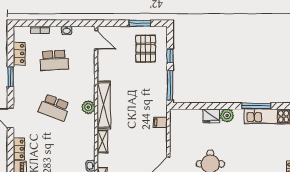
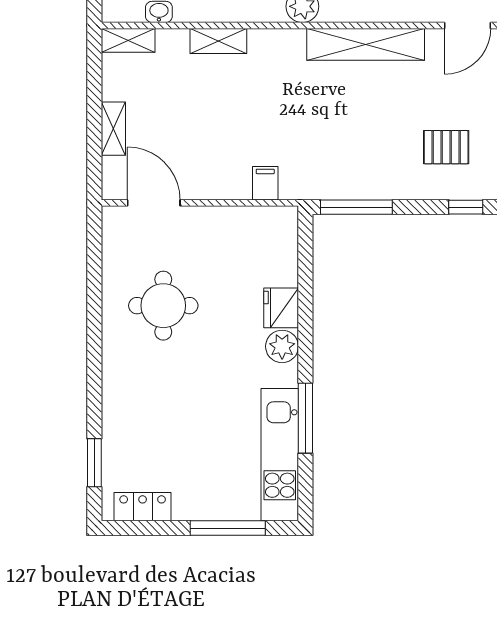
pallet: (146, 49) -> (446, 147), width x0.67, depth x0.71
window: (170, 56) -> (466, 207), moved
shelving: (104, 105) -> (366, 44), moved

